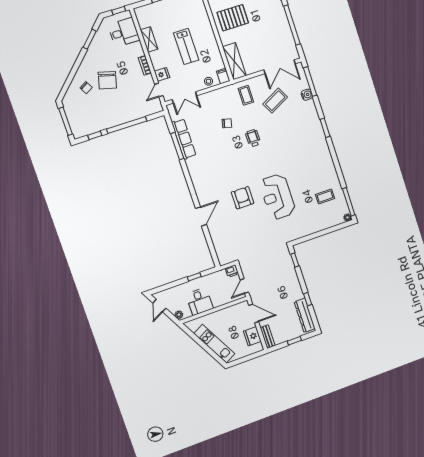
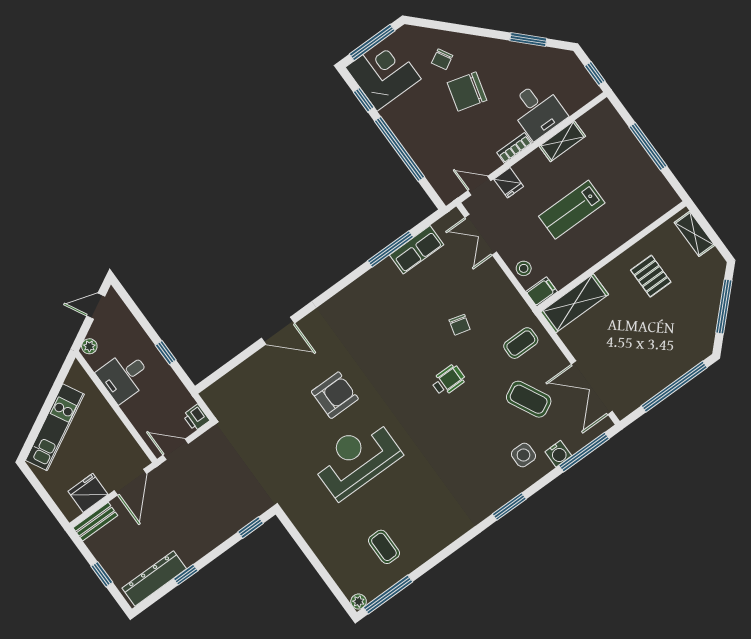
pallet: (233, 18) -> (651, 276), width x0.67, depth x0.71
desk: (124, 32) -> (538, 110), moved
side table: (302, 112) -> (523, 455), added
corner desk: (84, 121) -> (383, 73), added
row of seats: (184, 139) -> (417, 250), width x0.68

